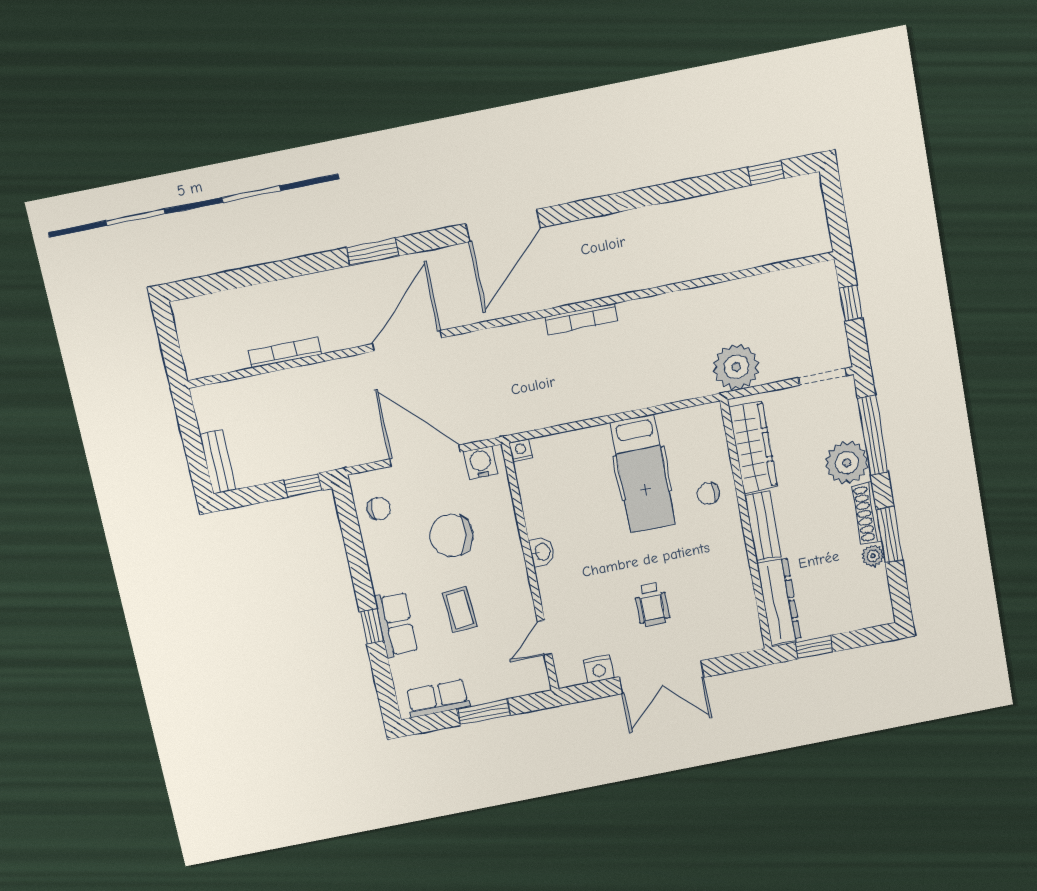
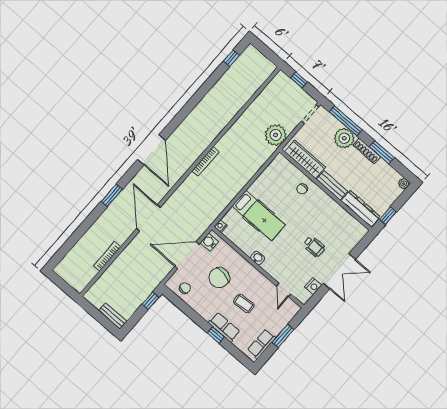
hospital bed: (643, 474) -> (259, 216), moved
plant: (873, 556) -> (404, 184), moved

